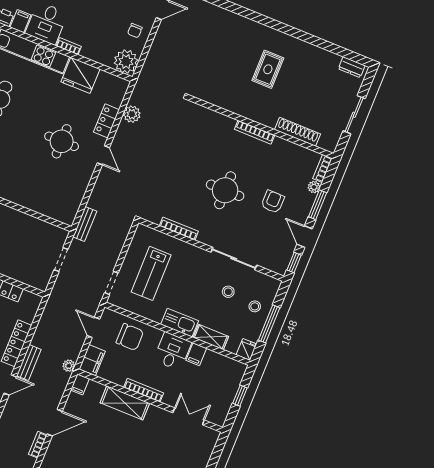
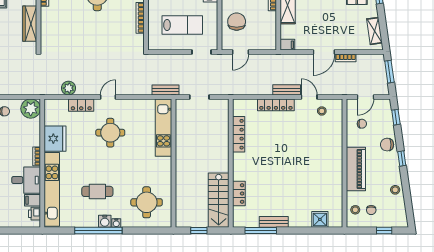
wardrobe: (223, 100) -> (30, 24), added
kitchen unit: (43, 204) -> (163, 128), added
filing cabinet: (92, 360) -> (266, 43), removed
plant: (69, 366) -> (277, 59), removed
door: (55, 423) -> (324, 52), swing flipped

